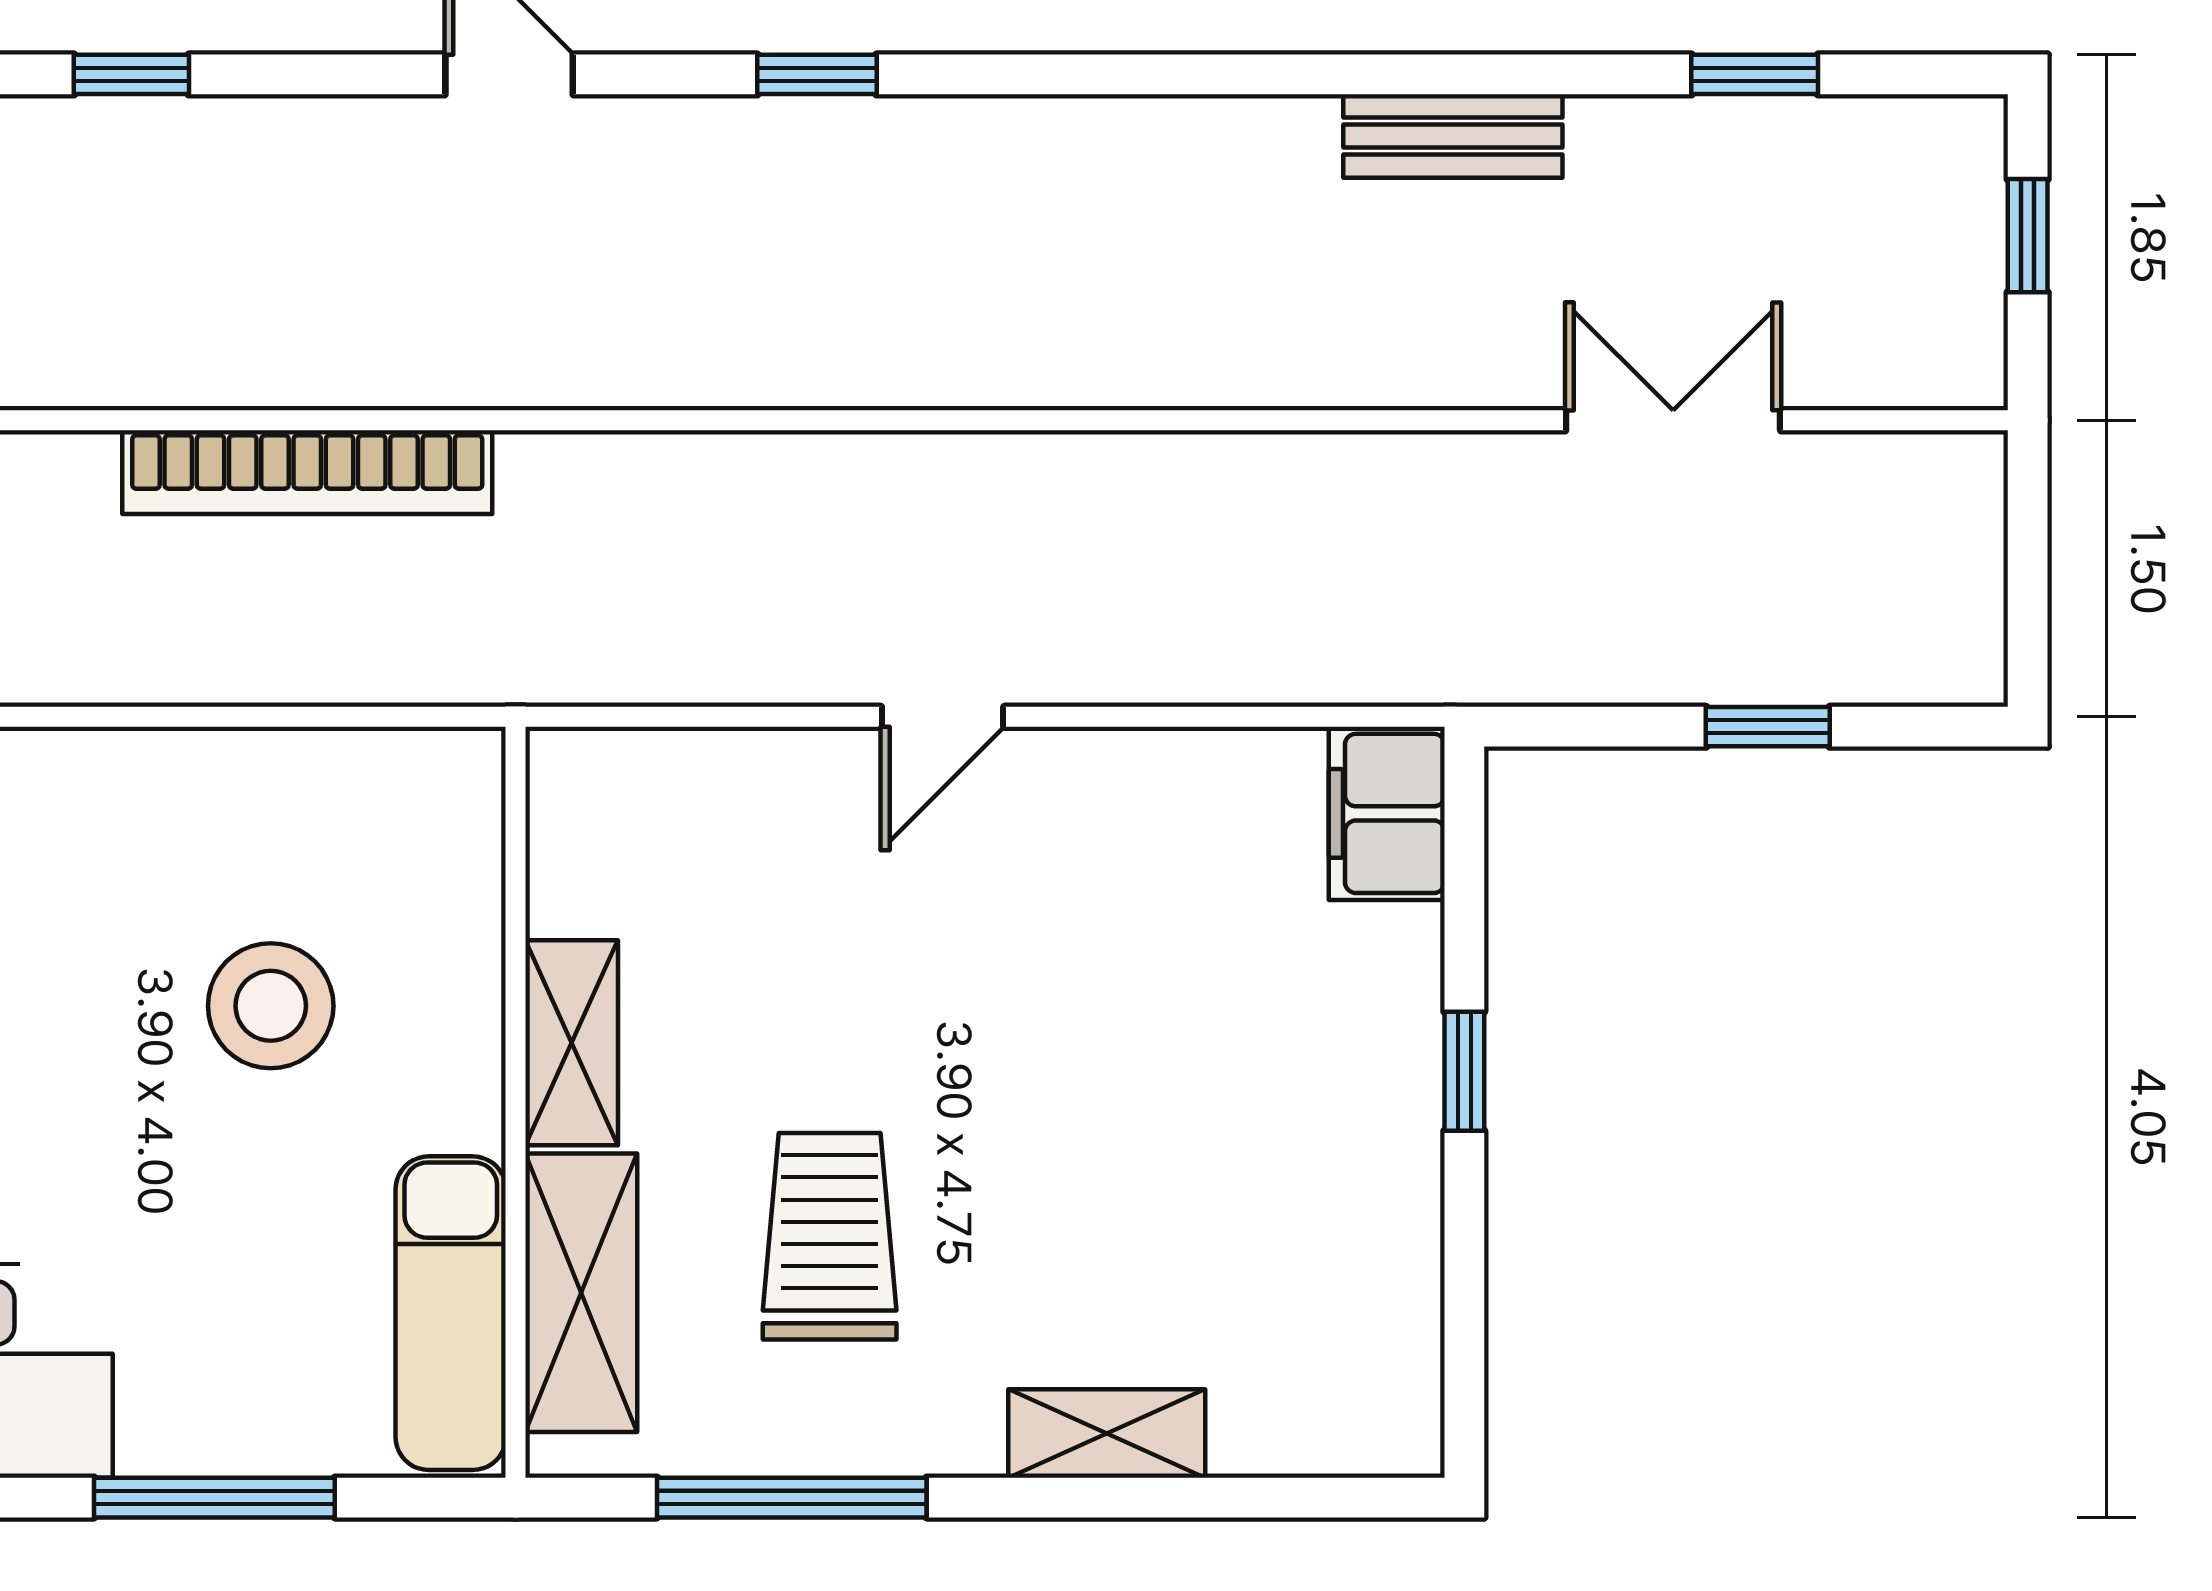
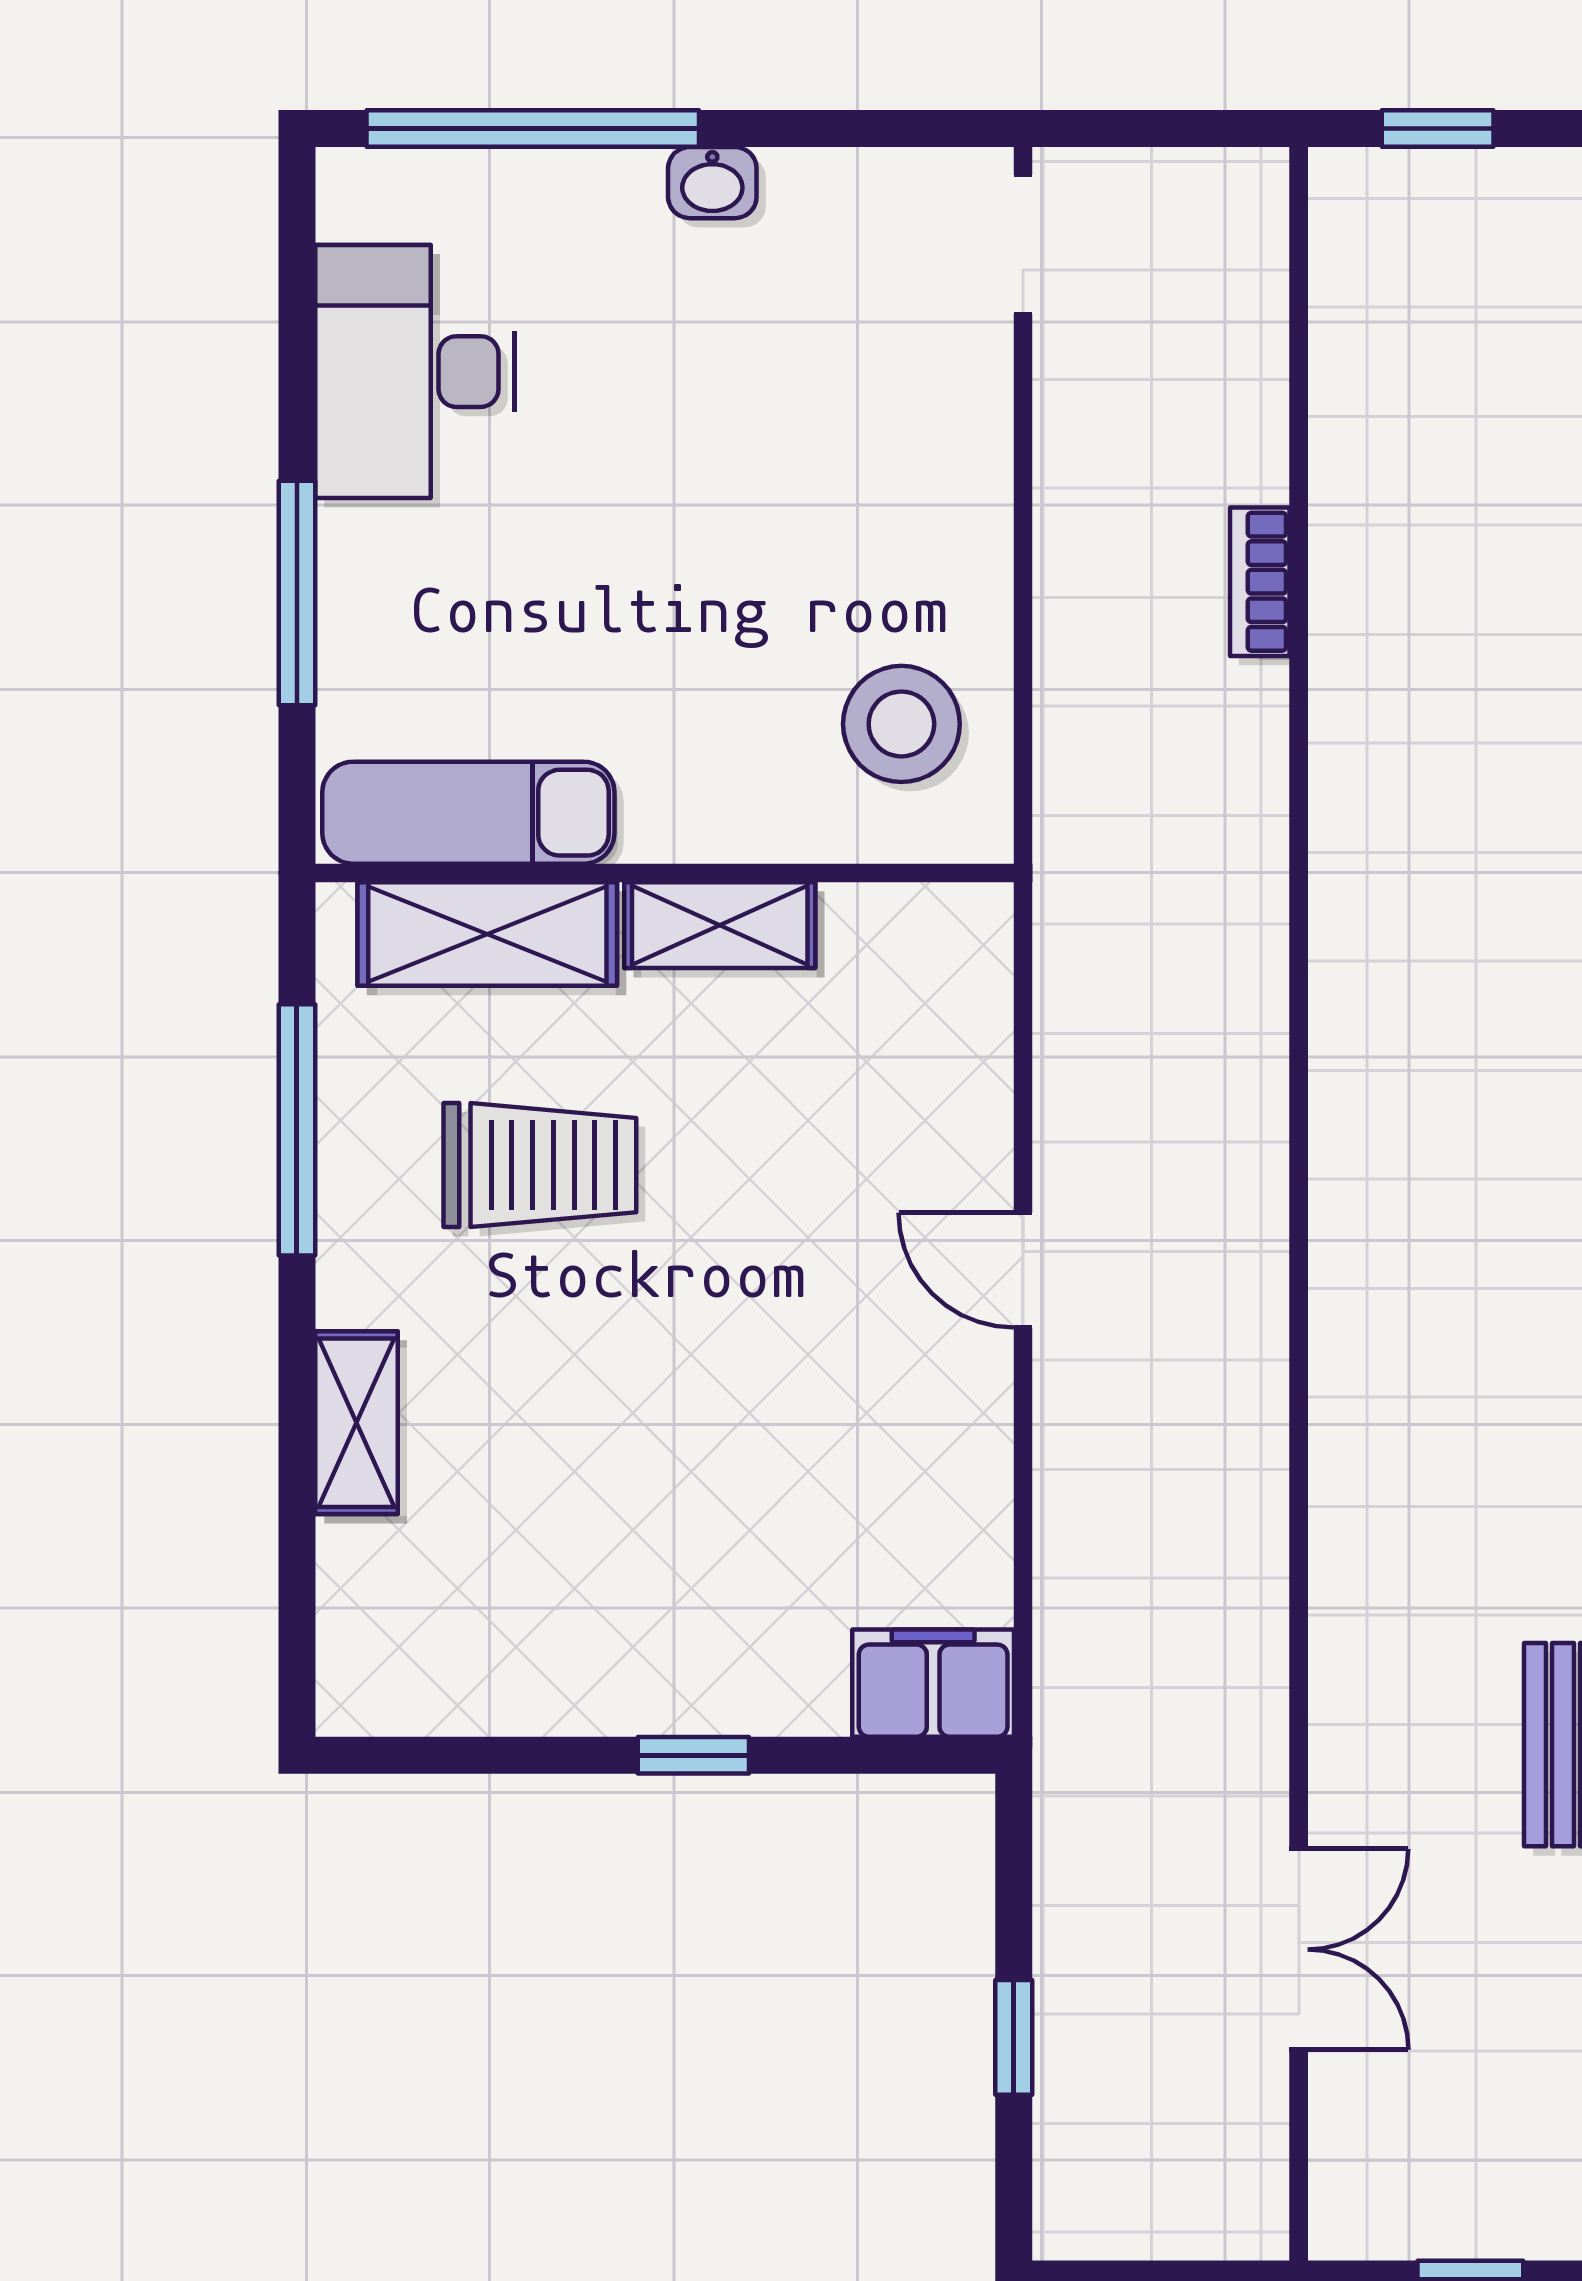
bookcase: (307, 472) -> (1260, 582), width x0.43, depth x0.76
stool: (271, 1006) -> (901, 724), moved

